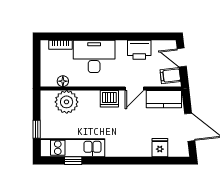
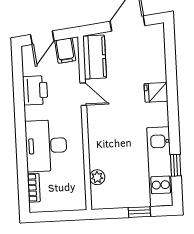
floor lamp: (63, 81) -> (78, 183), removed
dishwasher: (109, 99) -> (97, 124), removed
plant: (67, 102) -> (97, 177), width x0.53, depth x0.53
fridge: (160, 148) -> (156, 92), moved

